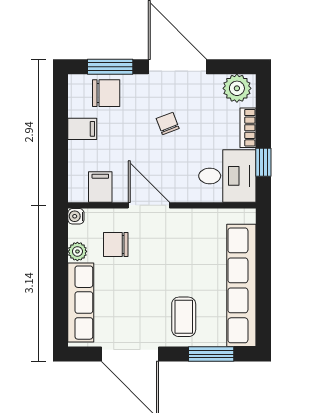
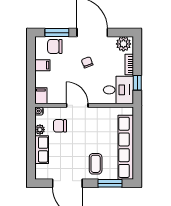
chair: (106, 93) -> (55, 46), turned 180
filing cabinet: (100, 187) -> (41, 96), moved
row of seats: (81, 303) -> (42, 150), width x0.68

